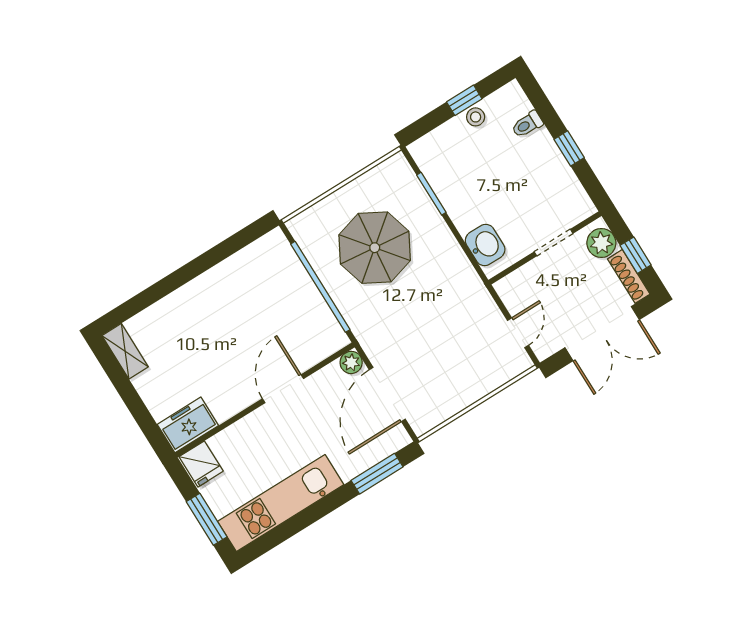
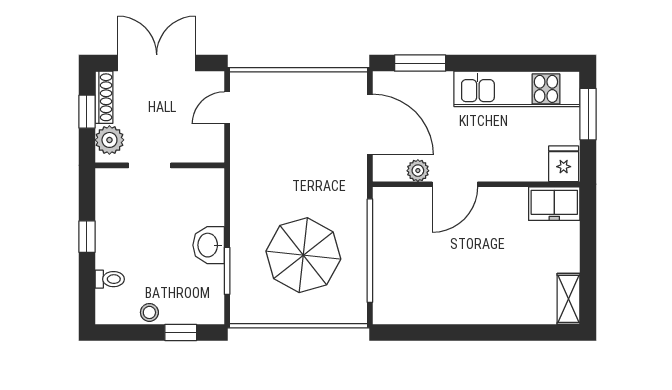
window: (464, 100) -> (181, 332), moved
washbasin: (485, 245) -> (209, 245), moved
plant: (351, 362) -> (418, 171), moved
door: (387, 394) -> (370, 125), hinge flipped

